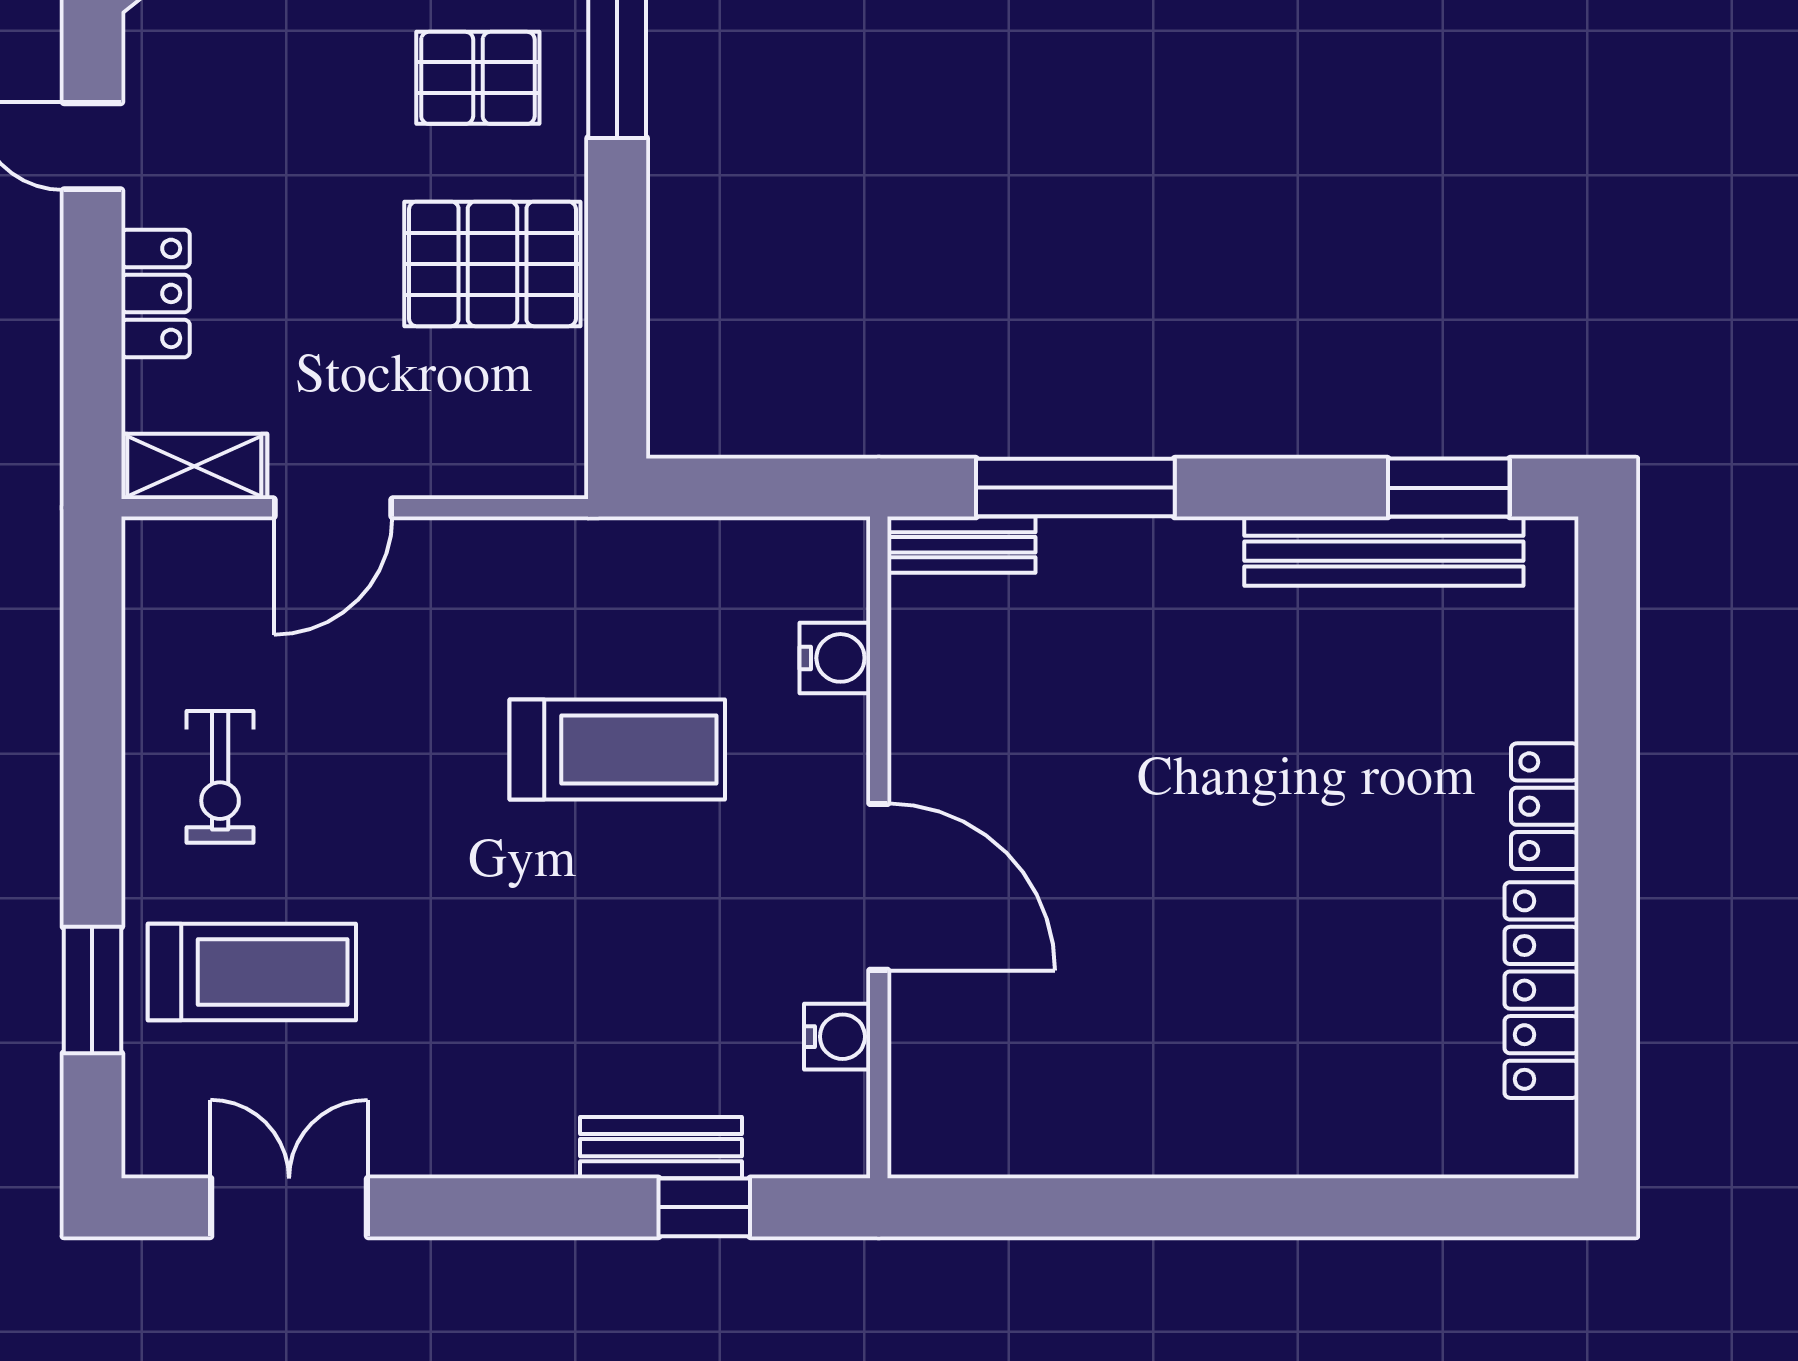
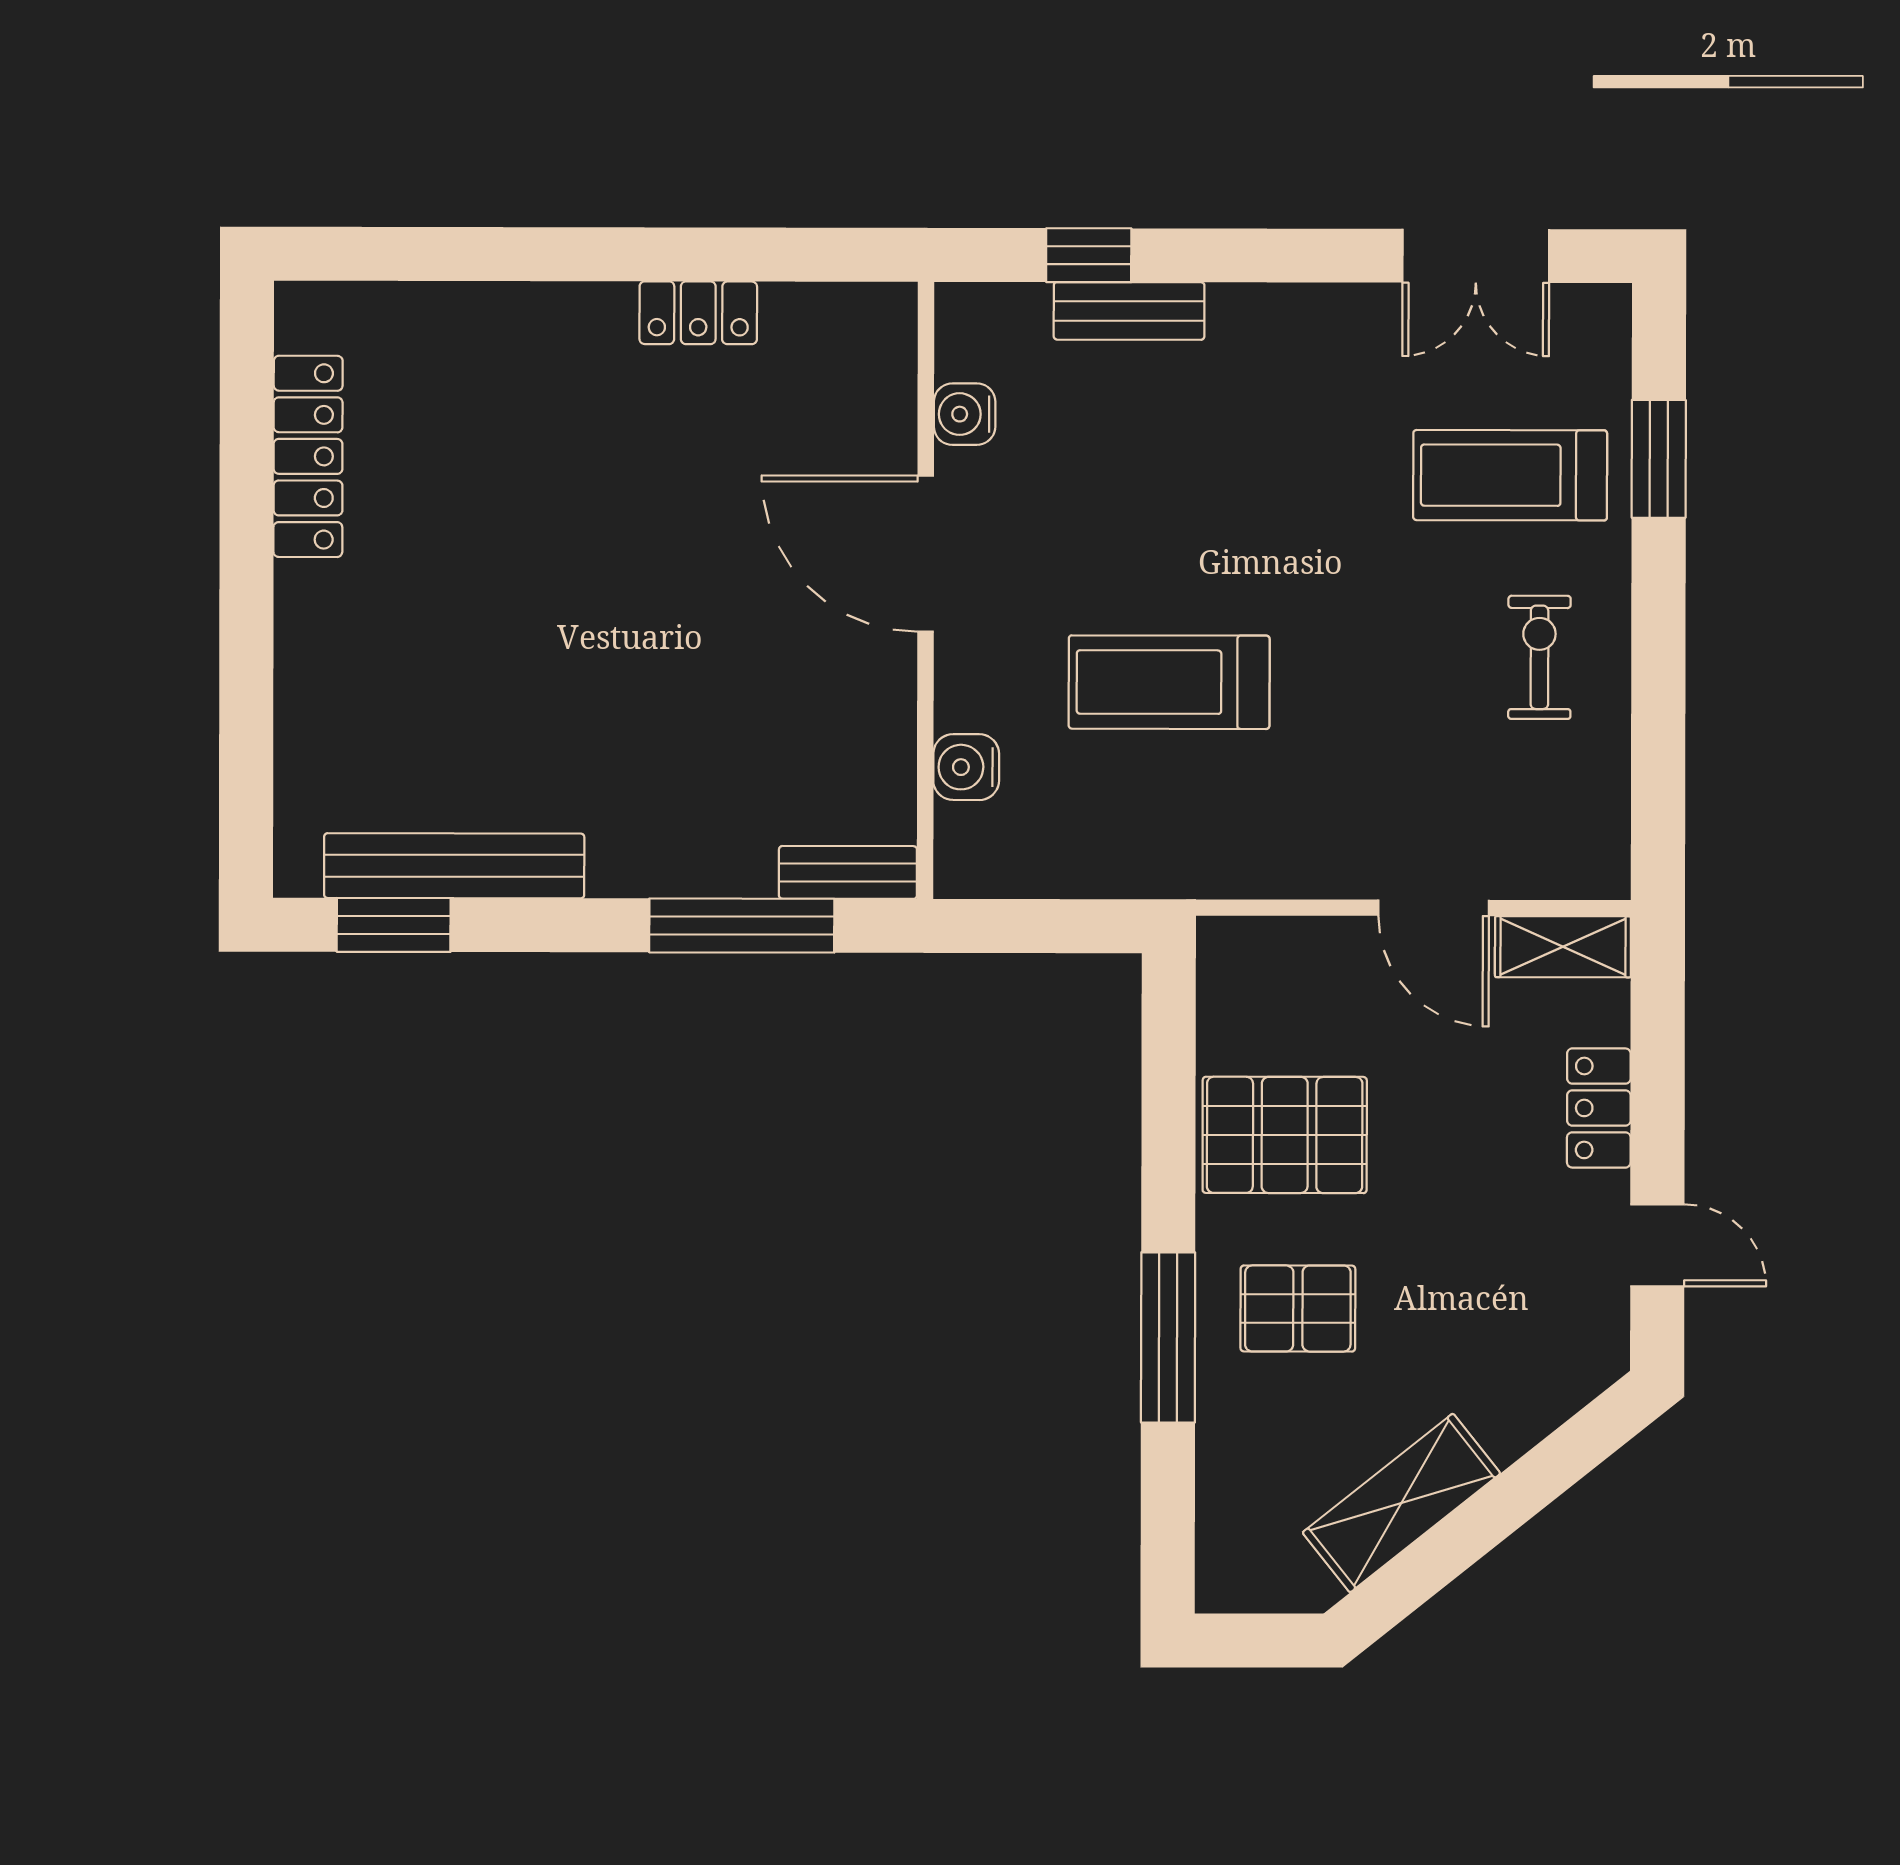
door: (333, 508) -> (1434, 908), swing flipped
locker: (1545, 806) -> (698, 313), moved, turned 90

